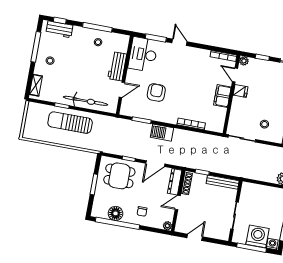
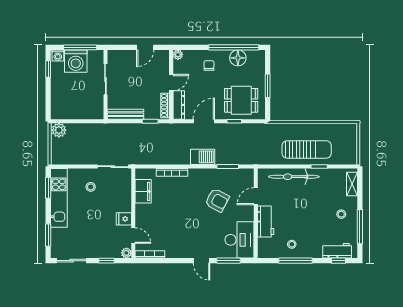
armchair: (156, 93) -> (217, 200), turned -62
filing cabinet: (222, 96) -> (143, 191), moved

